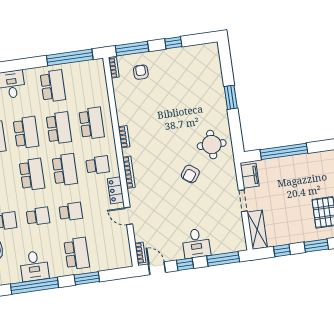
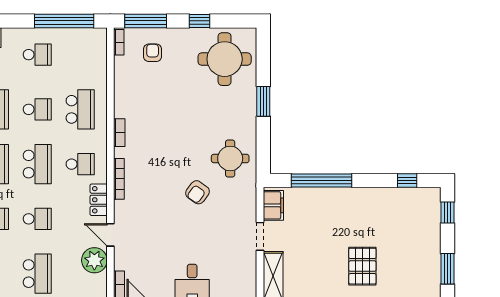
round table: (197, 69) -> (225, 59), added
school desk: (53, 86) -> (37, 55), width x0.54
school desk: (59, 128) -> (37, 109), width x0.54
plant: (119, 237) -> (94, 260), added

